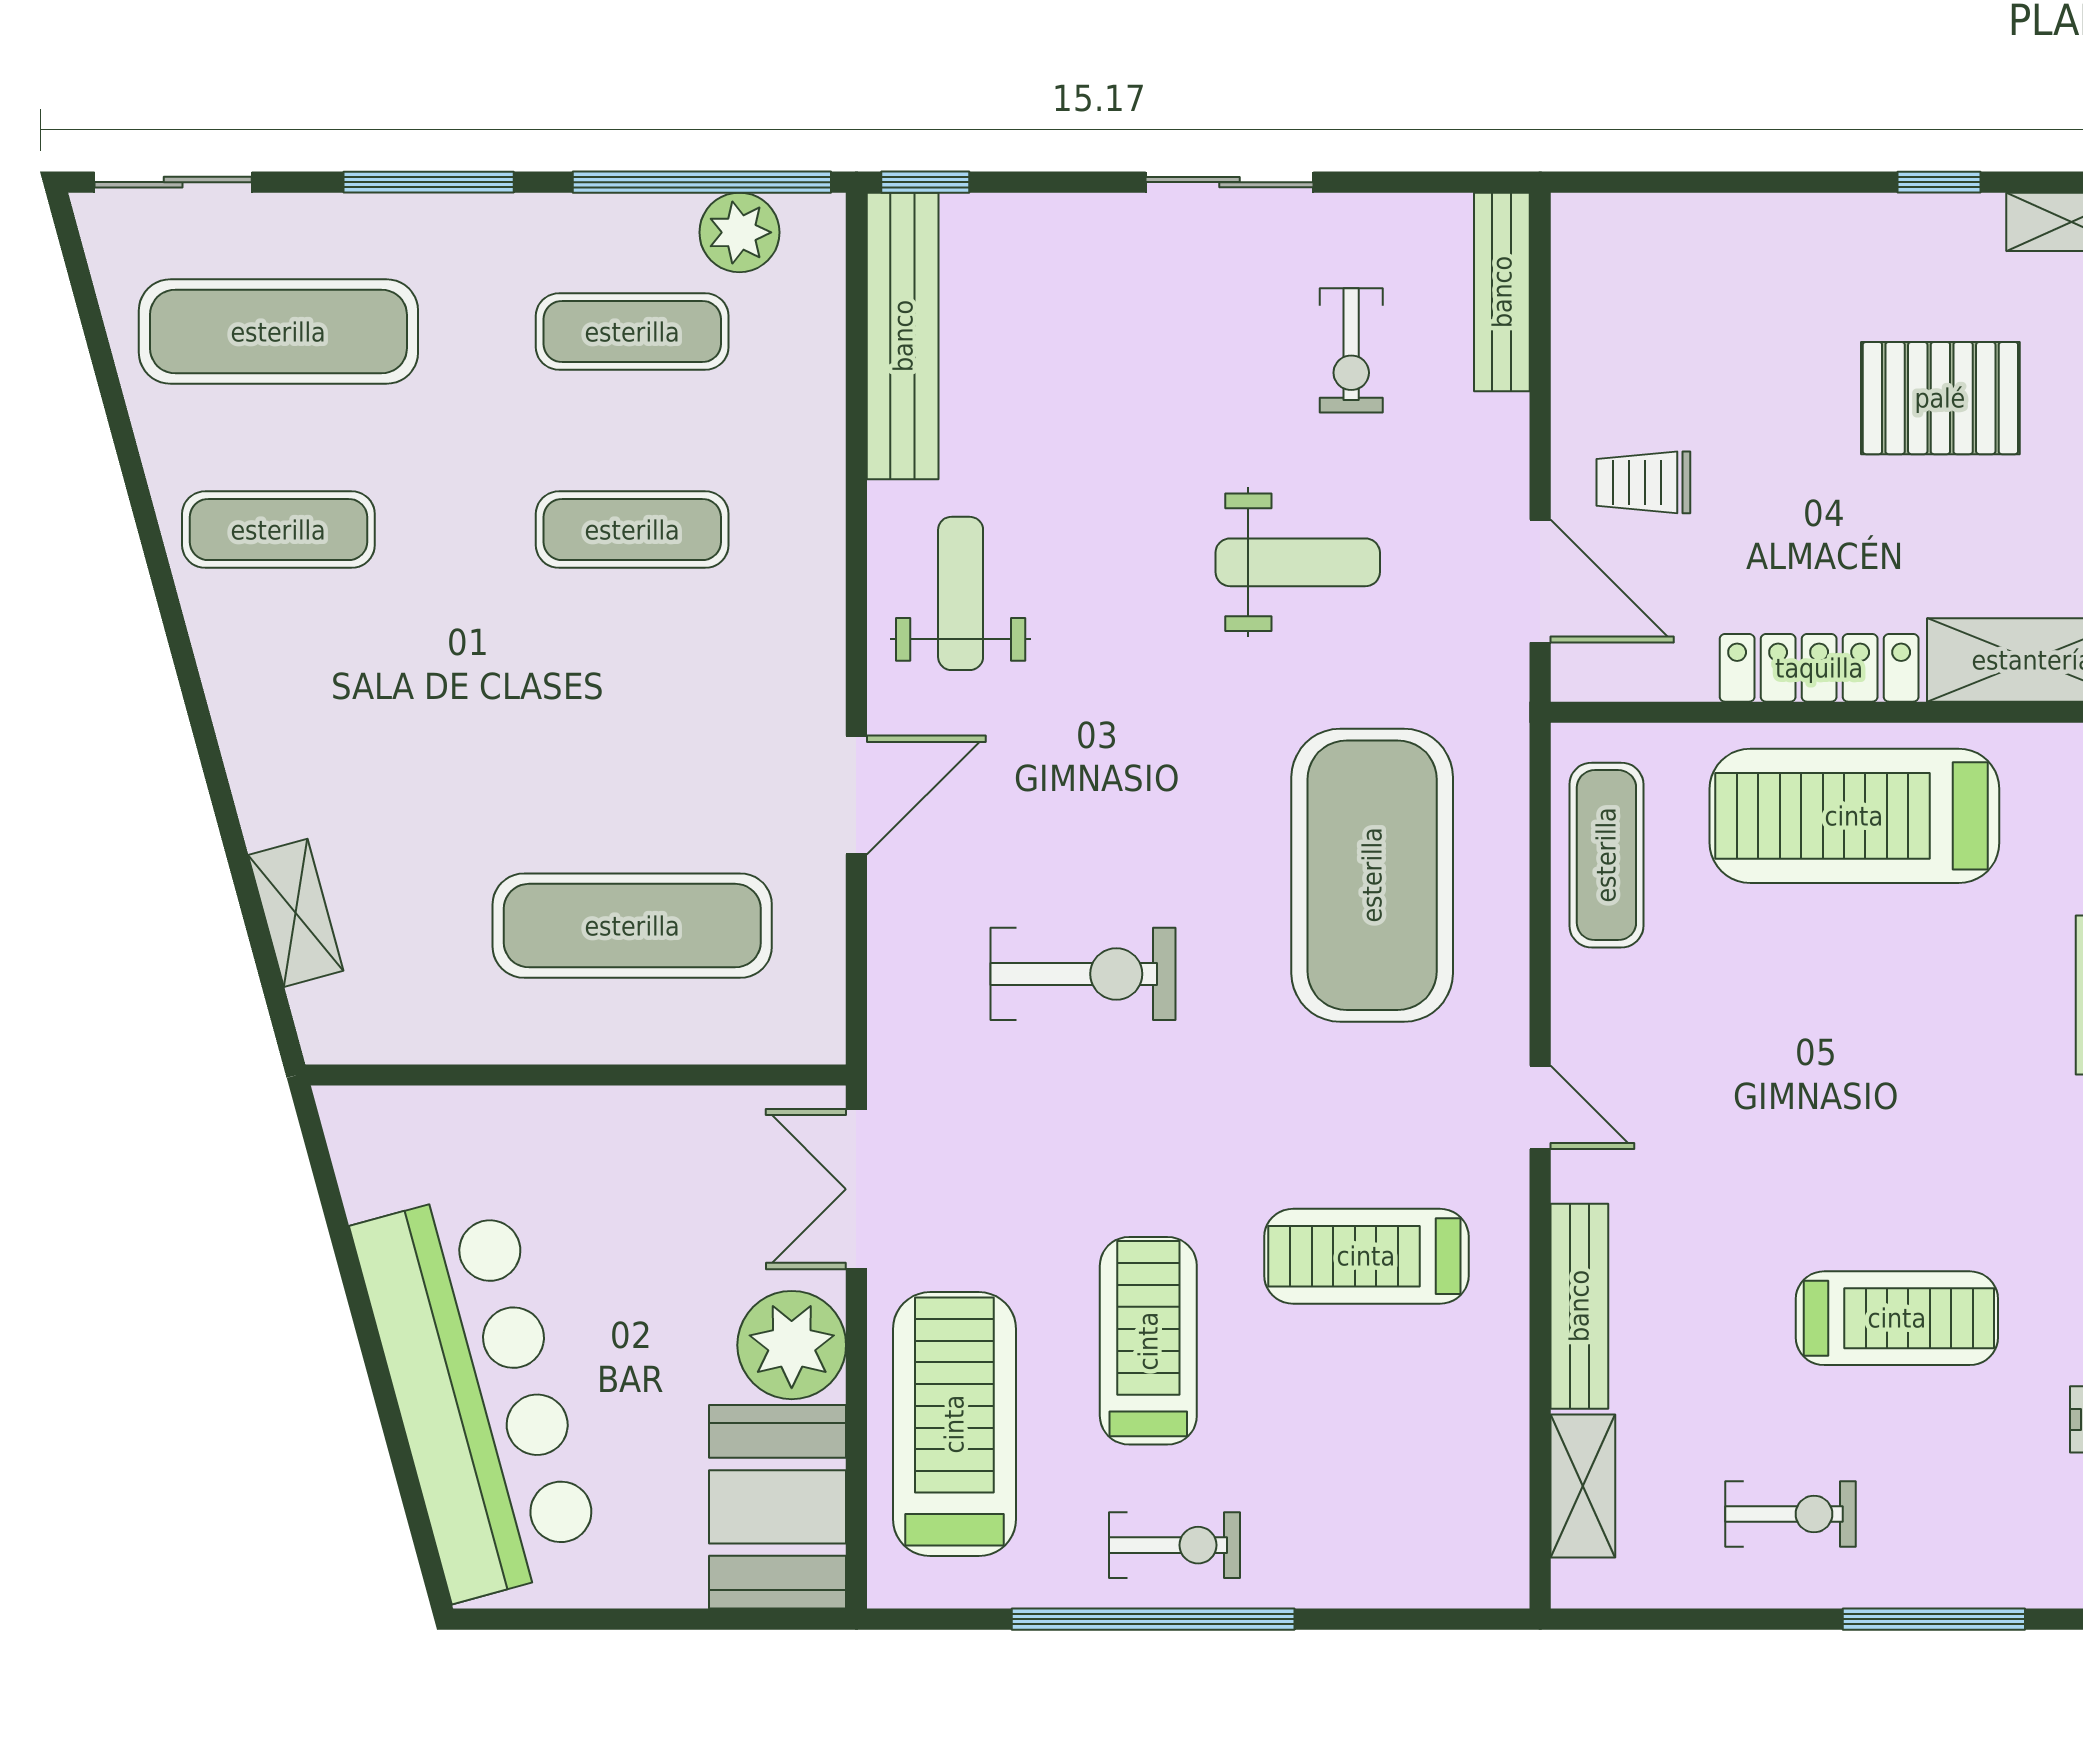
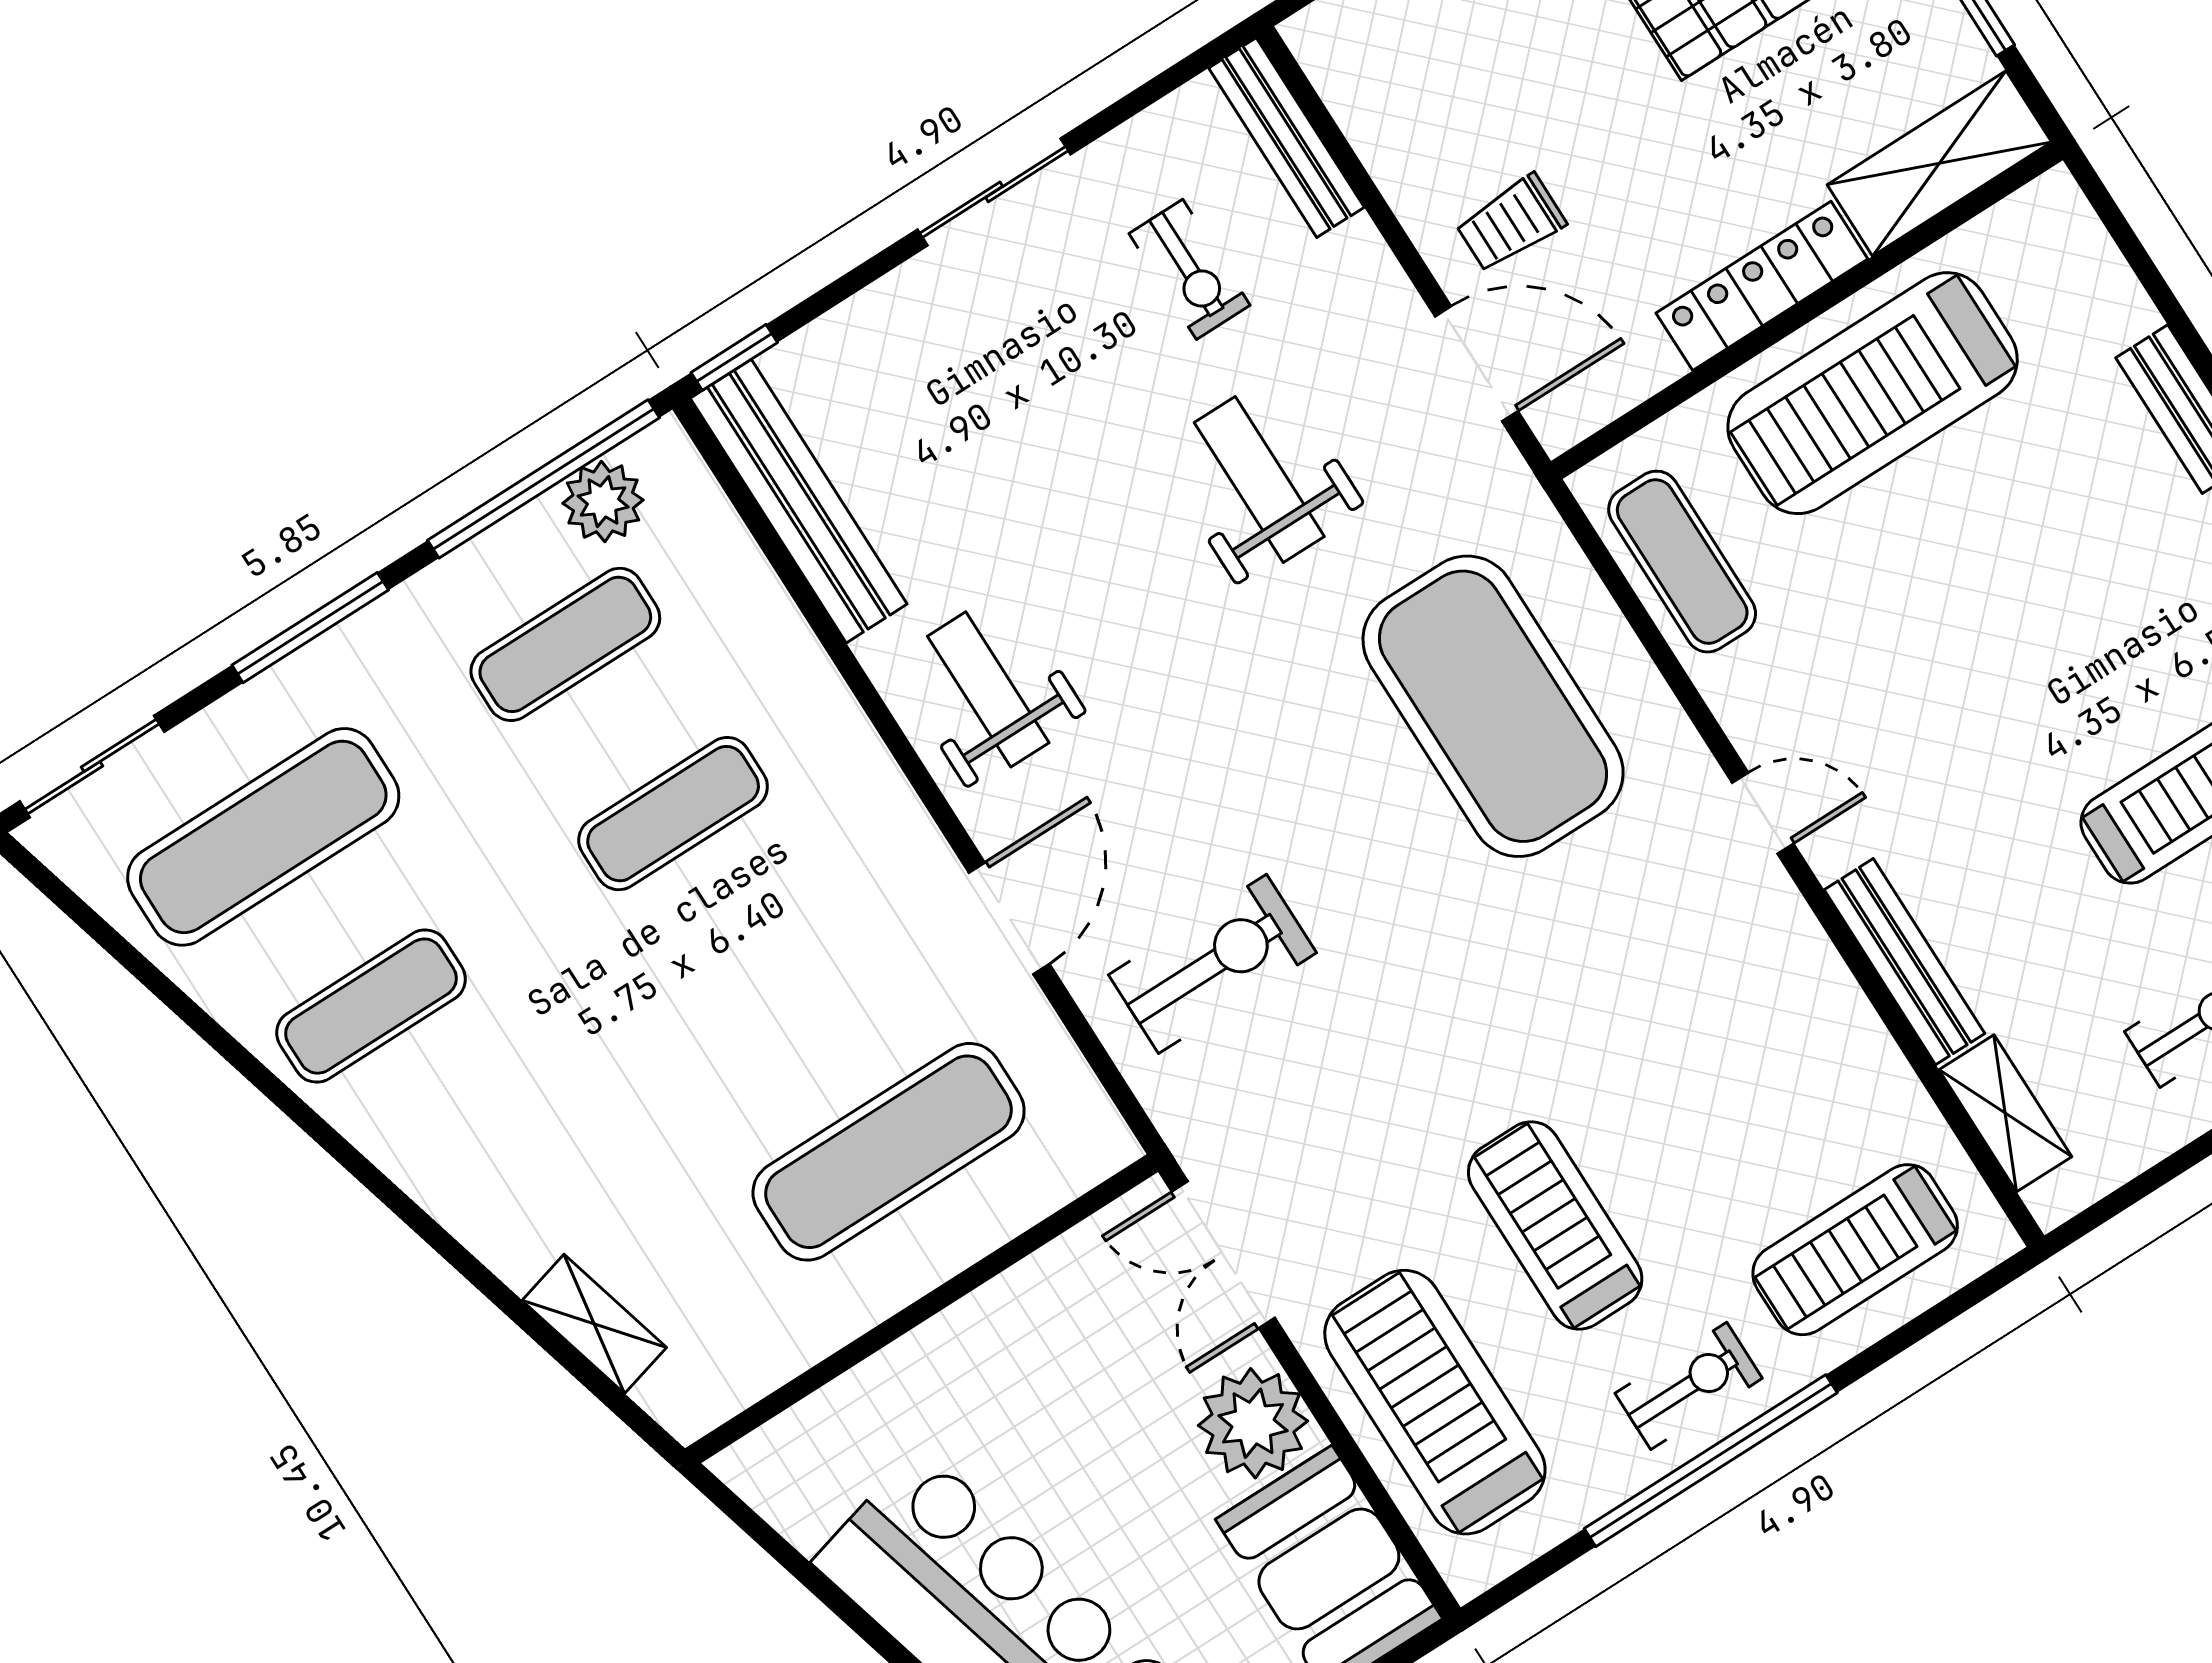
weight bench: (1298, 562) -> (1259, 479), turned -90
exercise bike: (1083, 974) -> (1212, 964), moved
treadmill: (1366, 1256) -> (1855, 1250), moved

